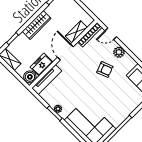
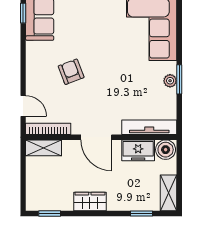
wardrobe: (37, 25) -> (90, 201), width x0.67
shelving: (76, 32) -> (44, 148), moved
door: (65, 52) -> (96, 137), hinge flipped
plant: (119, 52) -> (35, 75), removed

